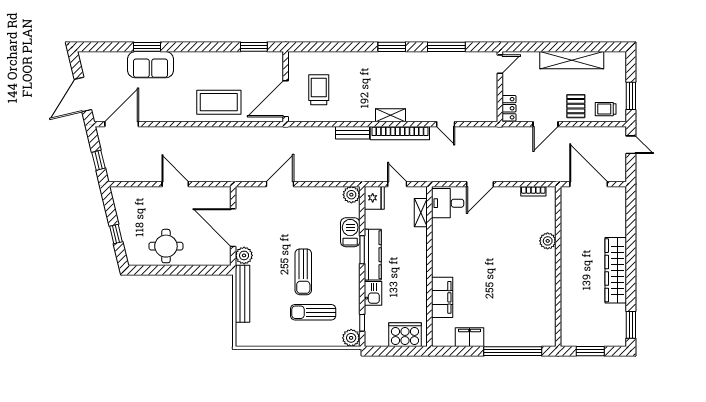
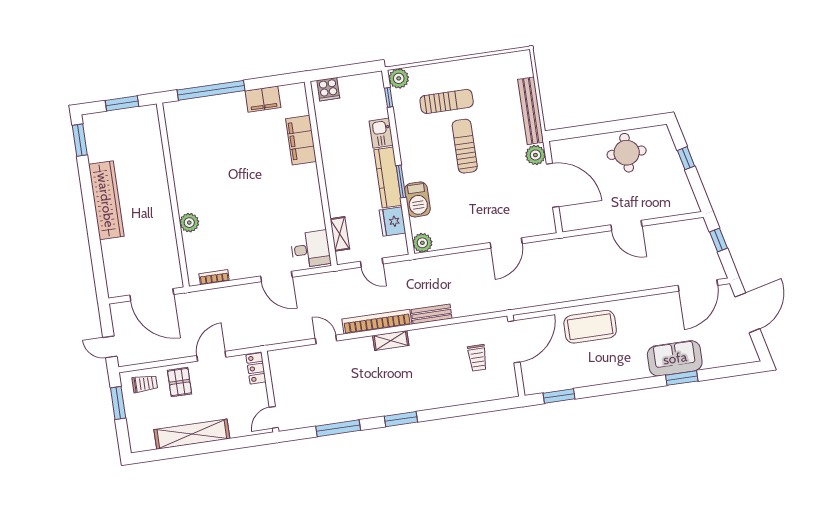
trolley: (319, 90) -> (477, 358), width x0.73, depth x0.72
door: (480, 184) -> (276, 277), swing flipped
fridge: (374, 198) -> (393, 222), moved
cooker: (405, 335) -> (328, 89), width x0.53, depth x0.76

